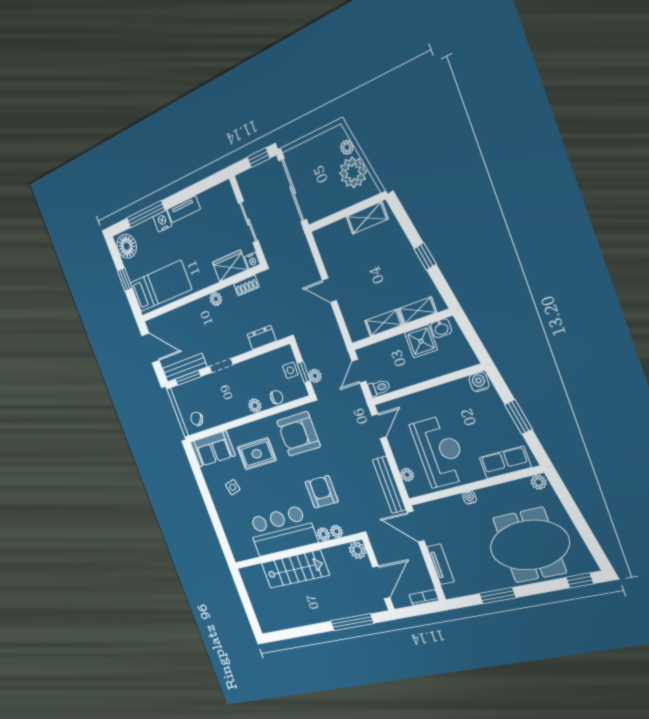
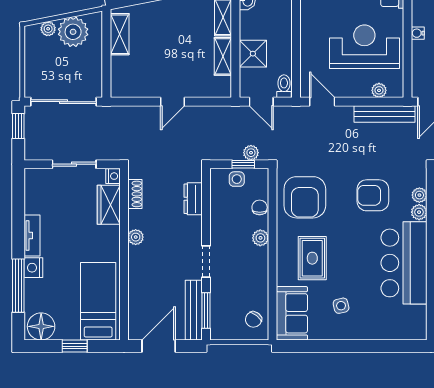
shower: (421, 341) -> (253, 54), moved

